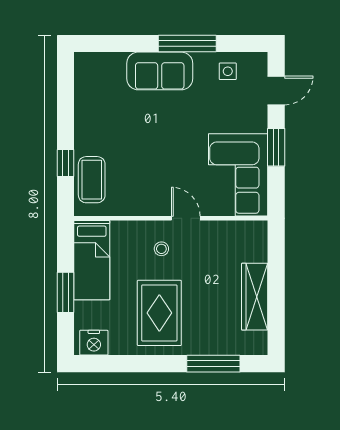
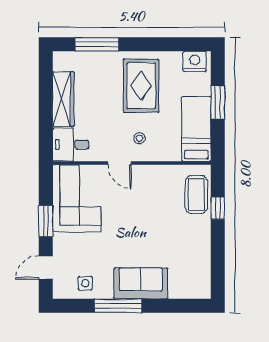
desk: (246, 241) -> (71, 145), added

